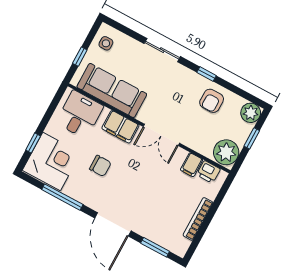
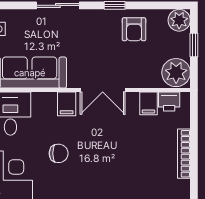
filing cabinet: (120, 127) -> (67, 104), width x0.50

